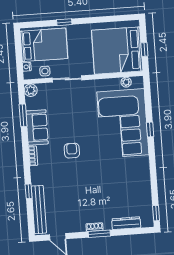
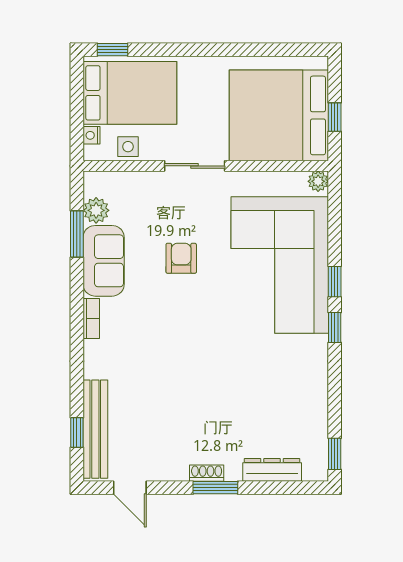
window: (64, 22) -> (112, 50), moved
sliding door: (67, 79) -> (195, 166), moved
plant: (126, 82) -> (318, 181), moved
plant: (31, 90) -> (96, 210), moved
armchair: (72, 151) -> (181, 258), moved
window: (152, 152) -> (335, 327), added
window: (29, 191) -> (77, 432), moved

